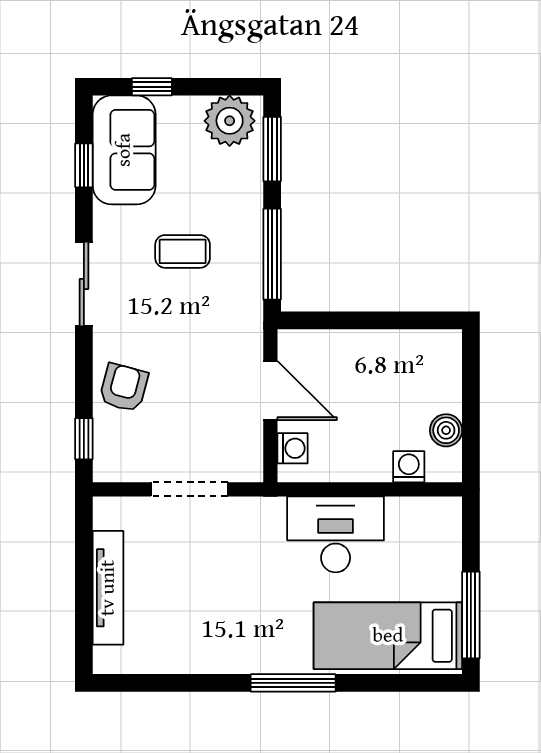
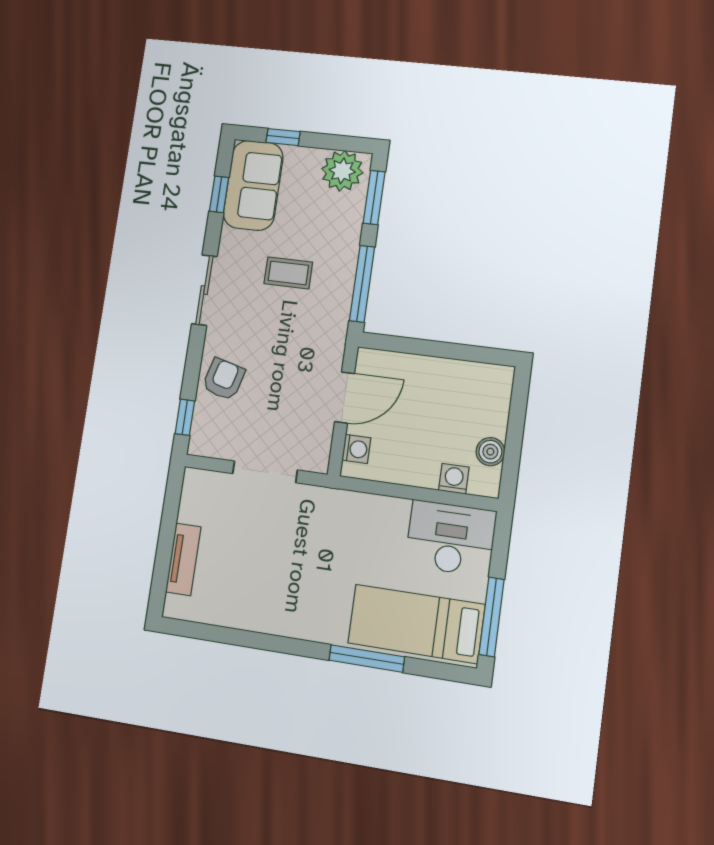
door: (270, 390) -> (345, 398), hinge flipped
desk: (336, 534) -> (451, 538), moved
tv unit: (108, 588) -> (183, 559), width x0.71
window: (293, 683) -> (367, 658), moved

